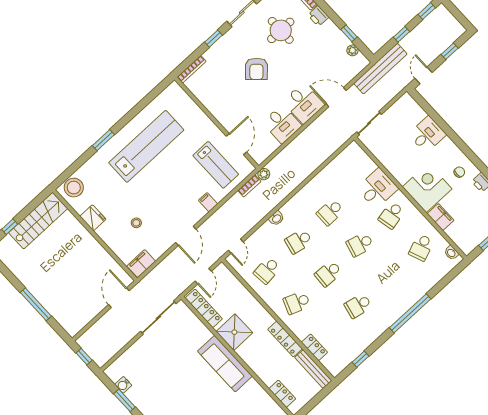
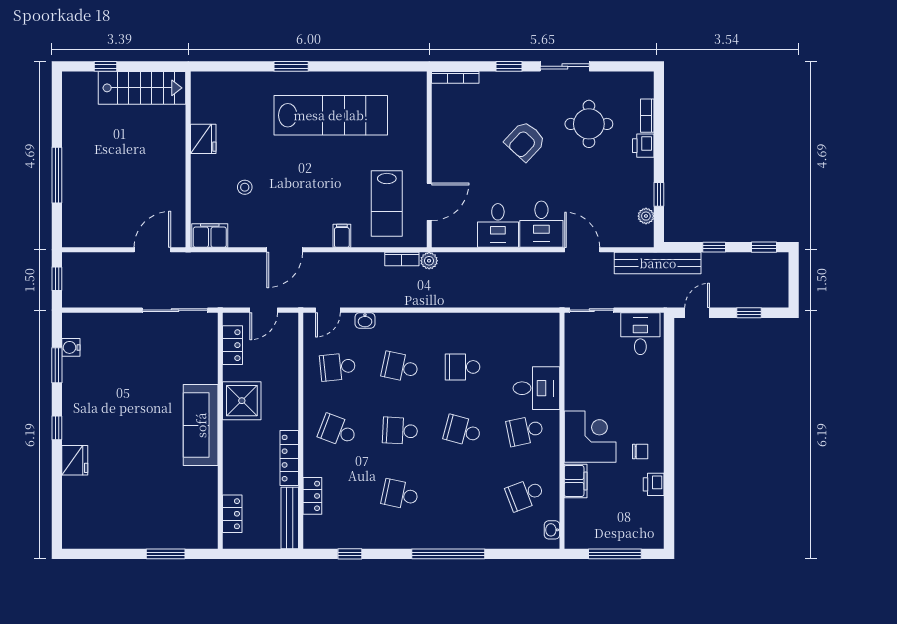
desk: (427, 134) -> (640, 334), moved, turned -90
stool: (74, 188) -> (213, 88), removed
washbasin: (276, 218) -> (365, 320), moved
locker: (204, 308) -> (233, 345), width x0.66

